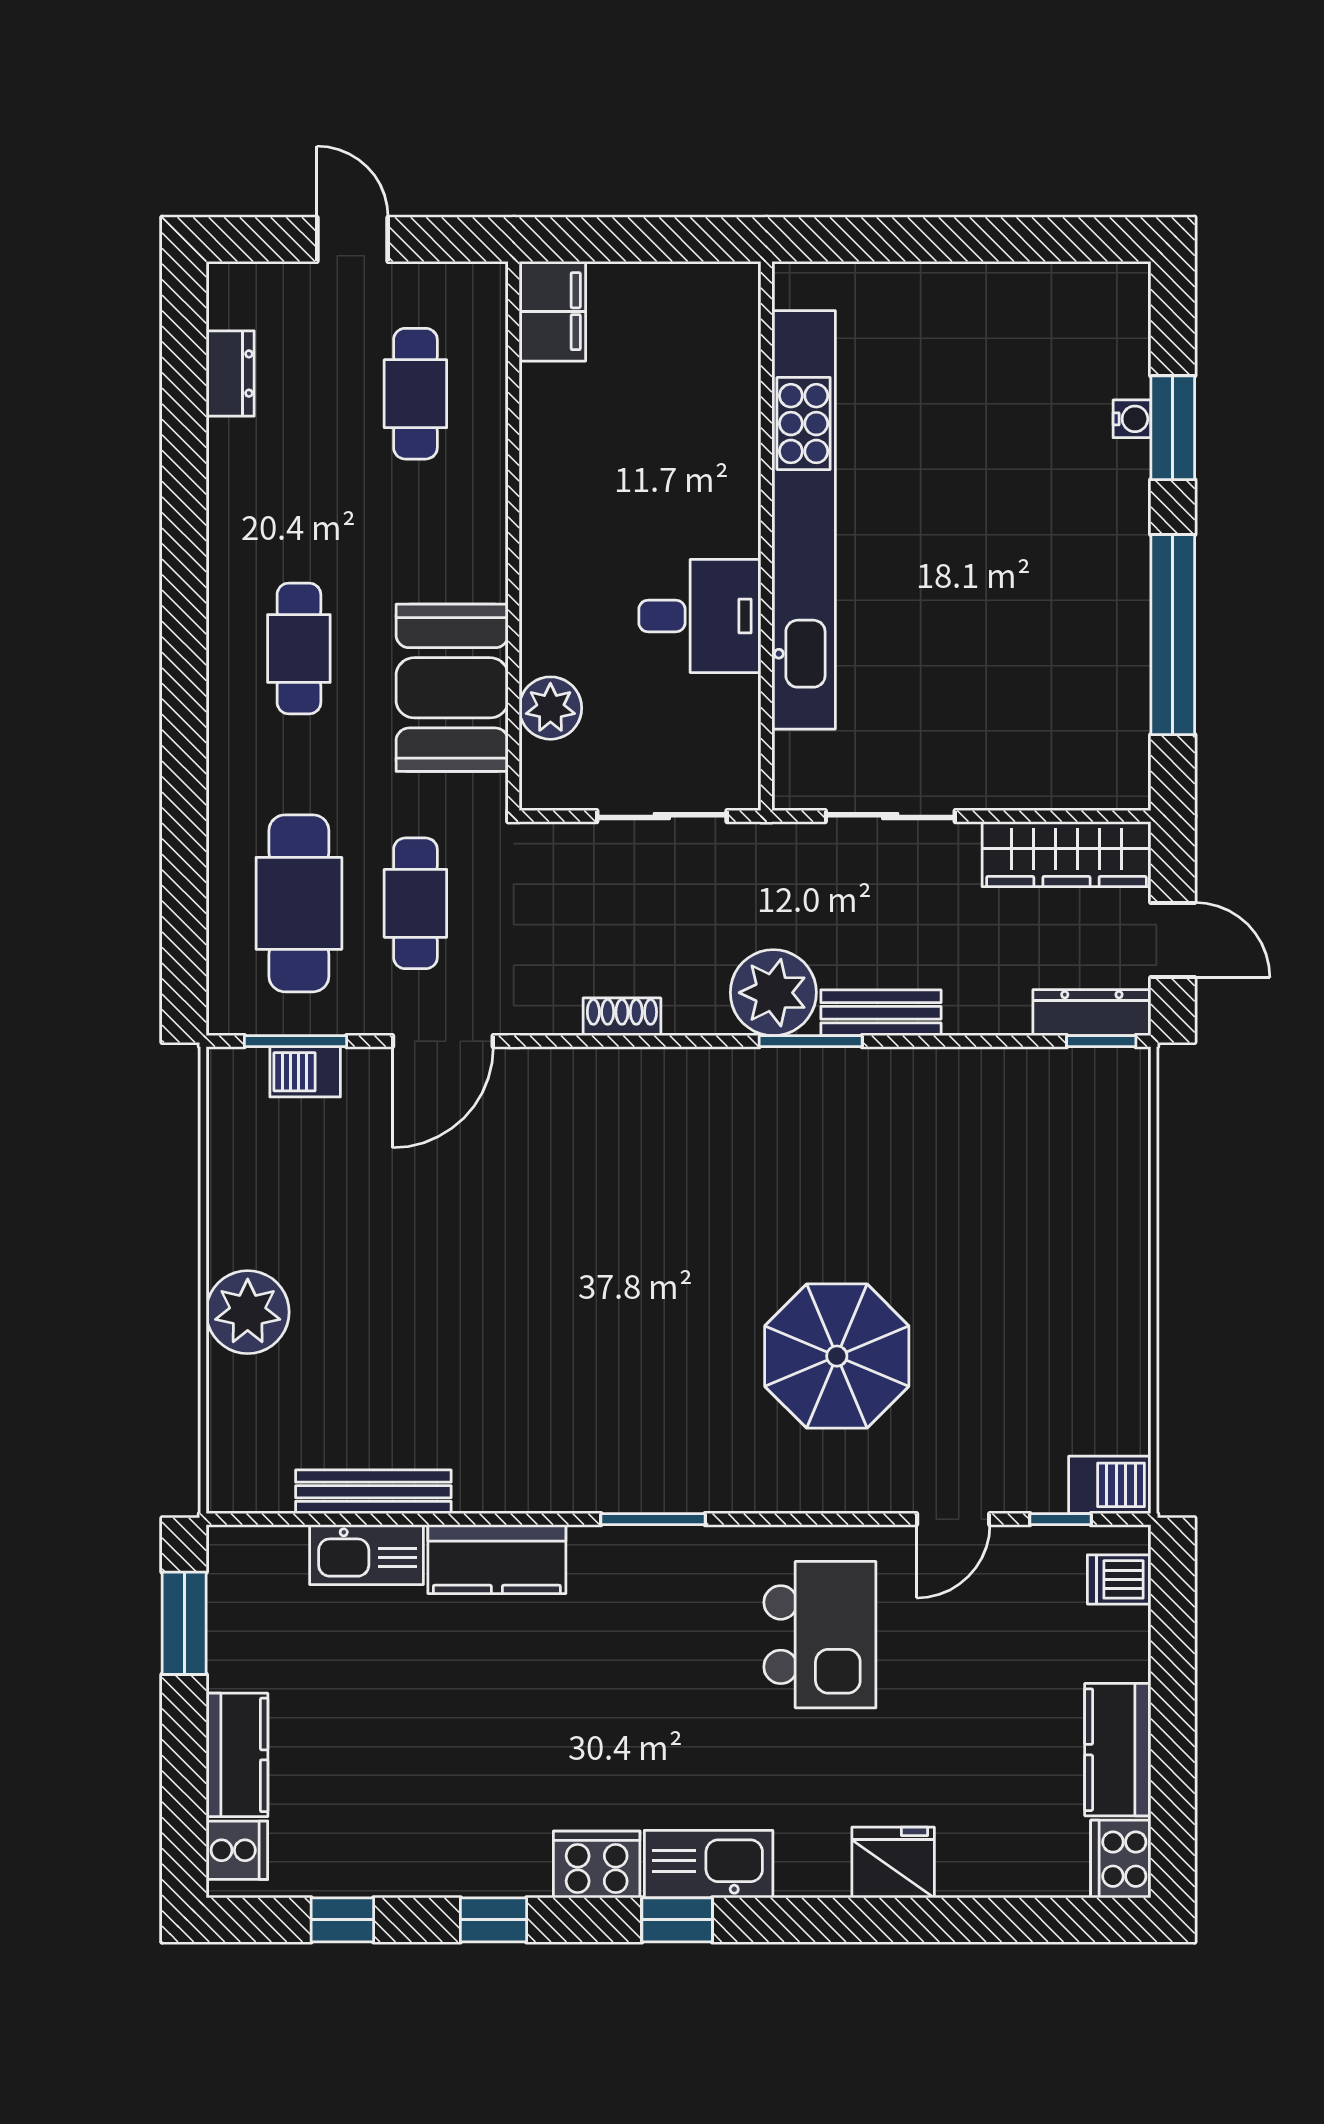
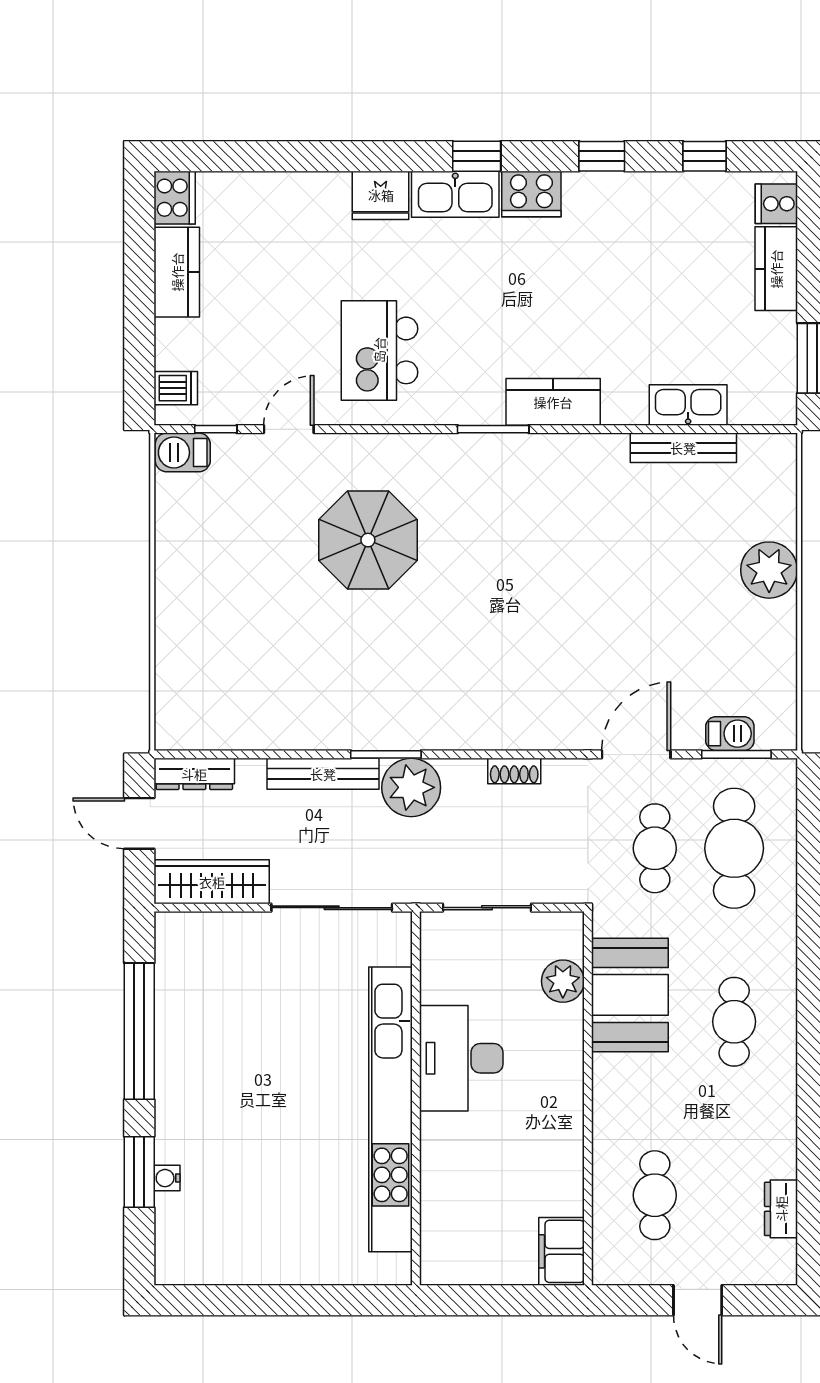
desk: (700, 616) -> (461, 1058), width x1.37
sliding door: (890, 816) -> (332, 908), width x1.37
bench: (881, 1013) -> (323, 774), width x1.36
window: (1101, 1041) -> (188, 754), removed
kitchen counter: (497, 1559) -> (553, 402), moved
fridge: (893, 1862) -> (381, 195), moved

